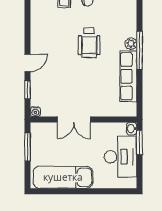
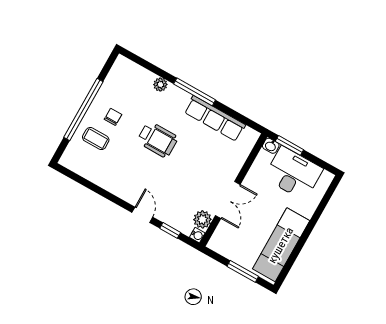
plant: (131, 44) -> (160, 85), moved
plant: (49, 109) -> (202, 219), added
window: (28, 147) -> (243, 271), moved

